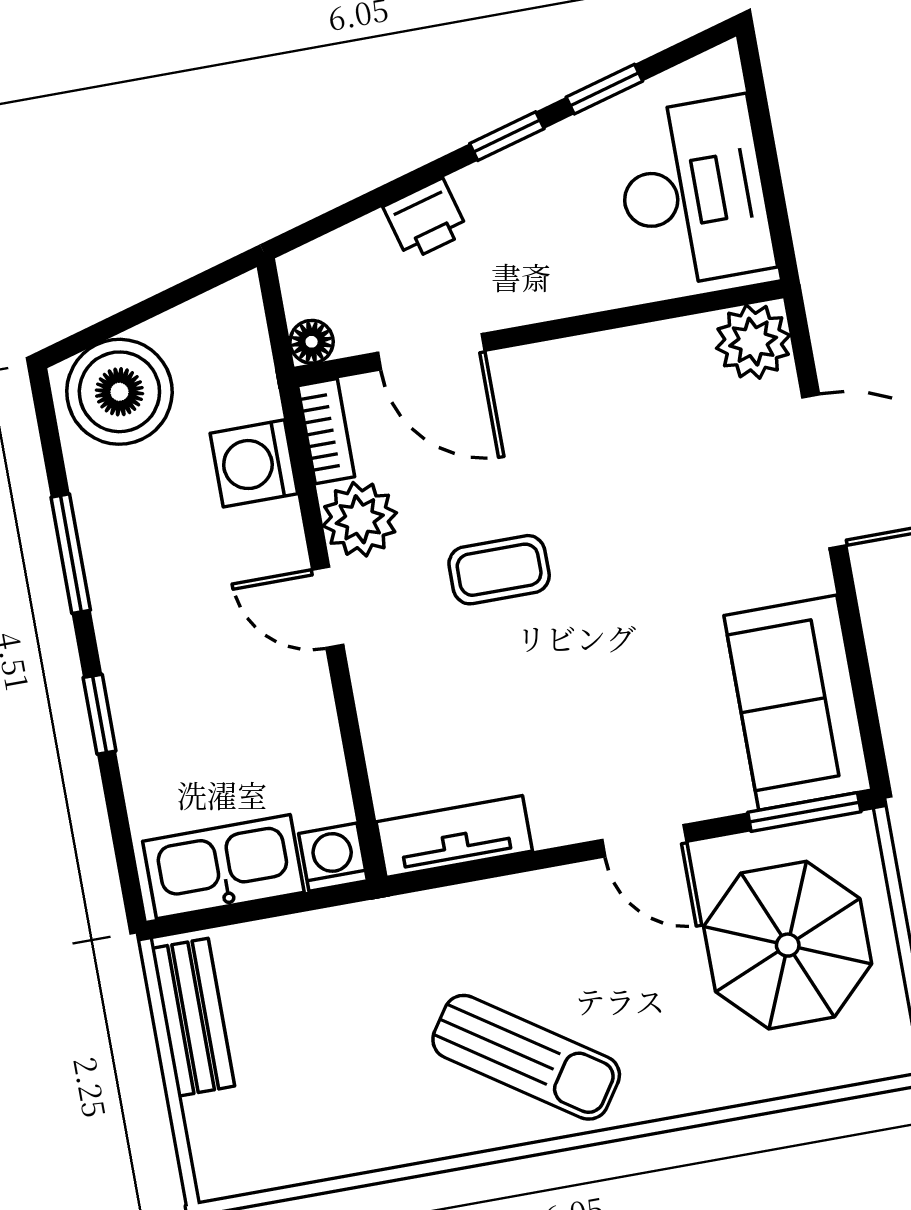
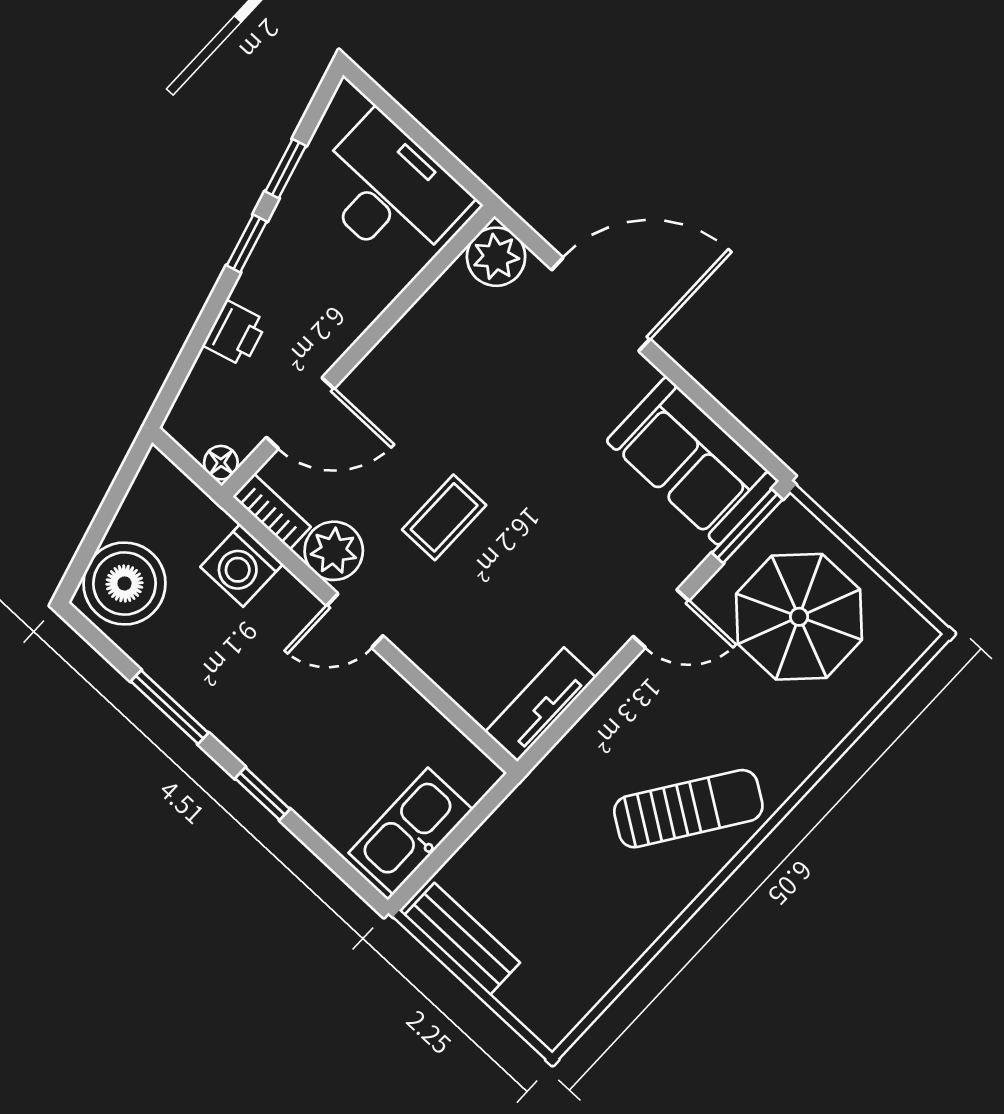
washing machine: (333, 857) -> (475, 774), removed

